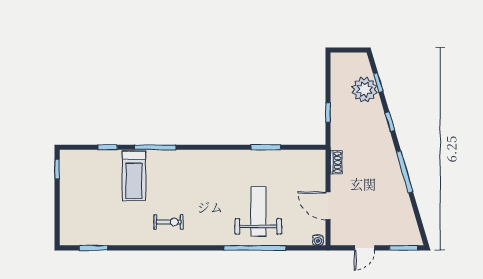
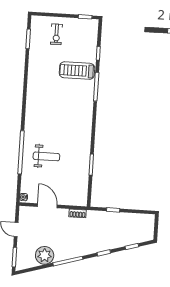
plant: (364, 90) -> (45, 255), moved
door: (328, 206) -> (47, 206), hinge flipped
weight bench: (258, 212) -> (46, 156), width x0.73, depth x0.75
exercise bike: (169, 222) -> (56, 34), moved

